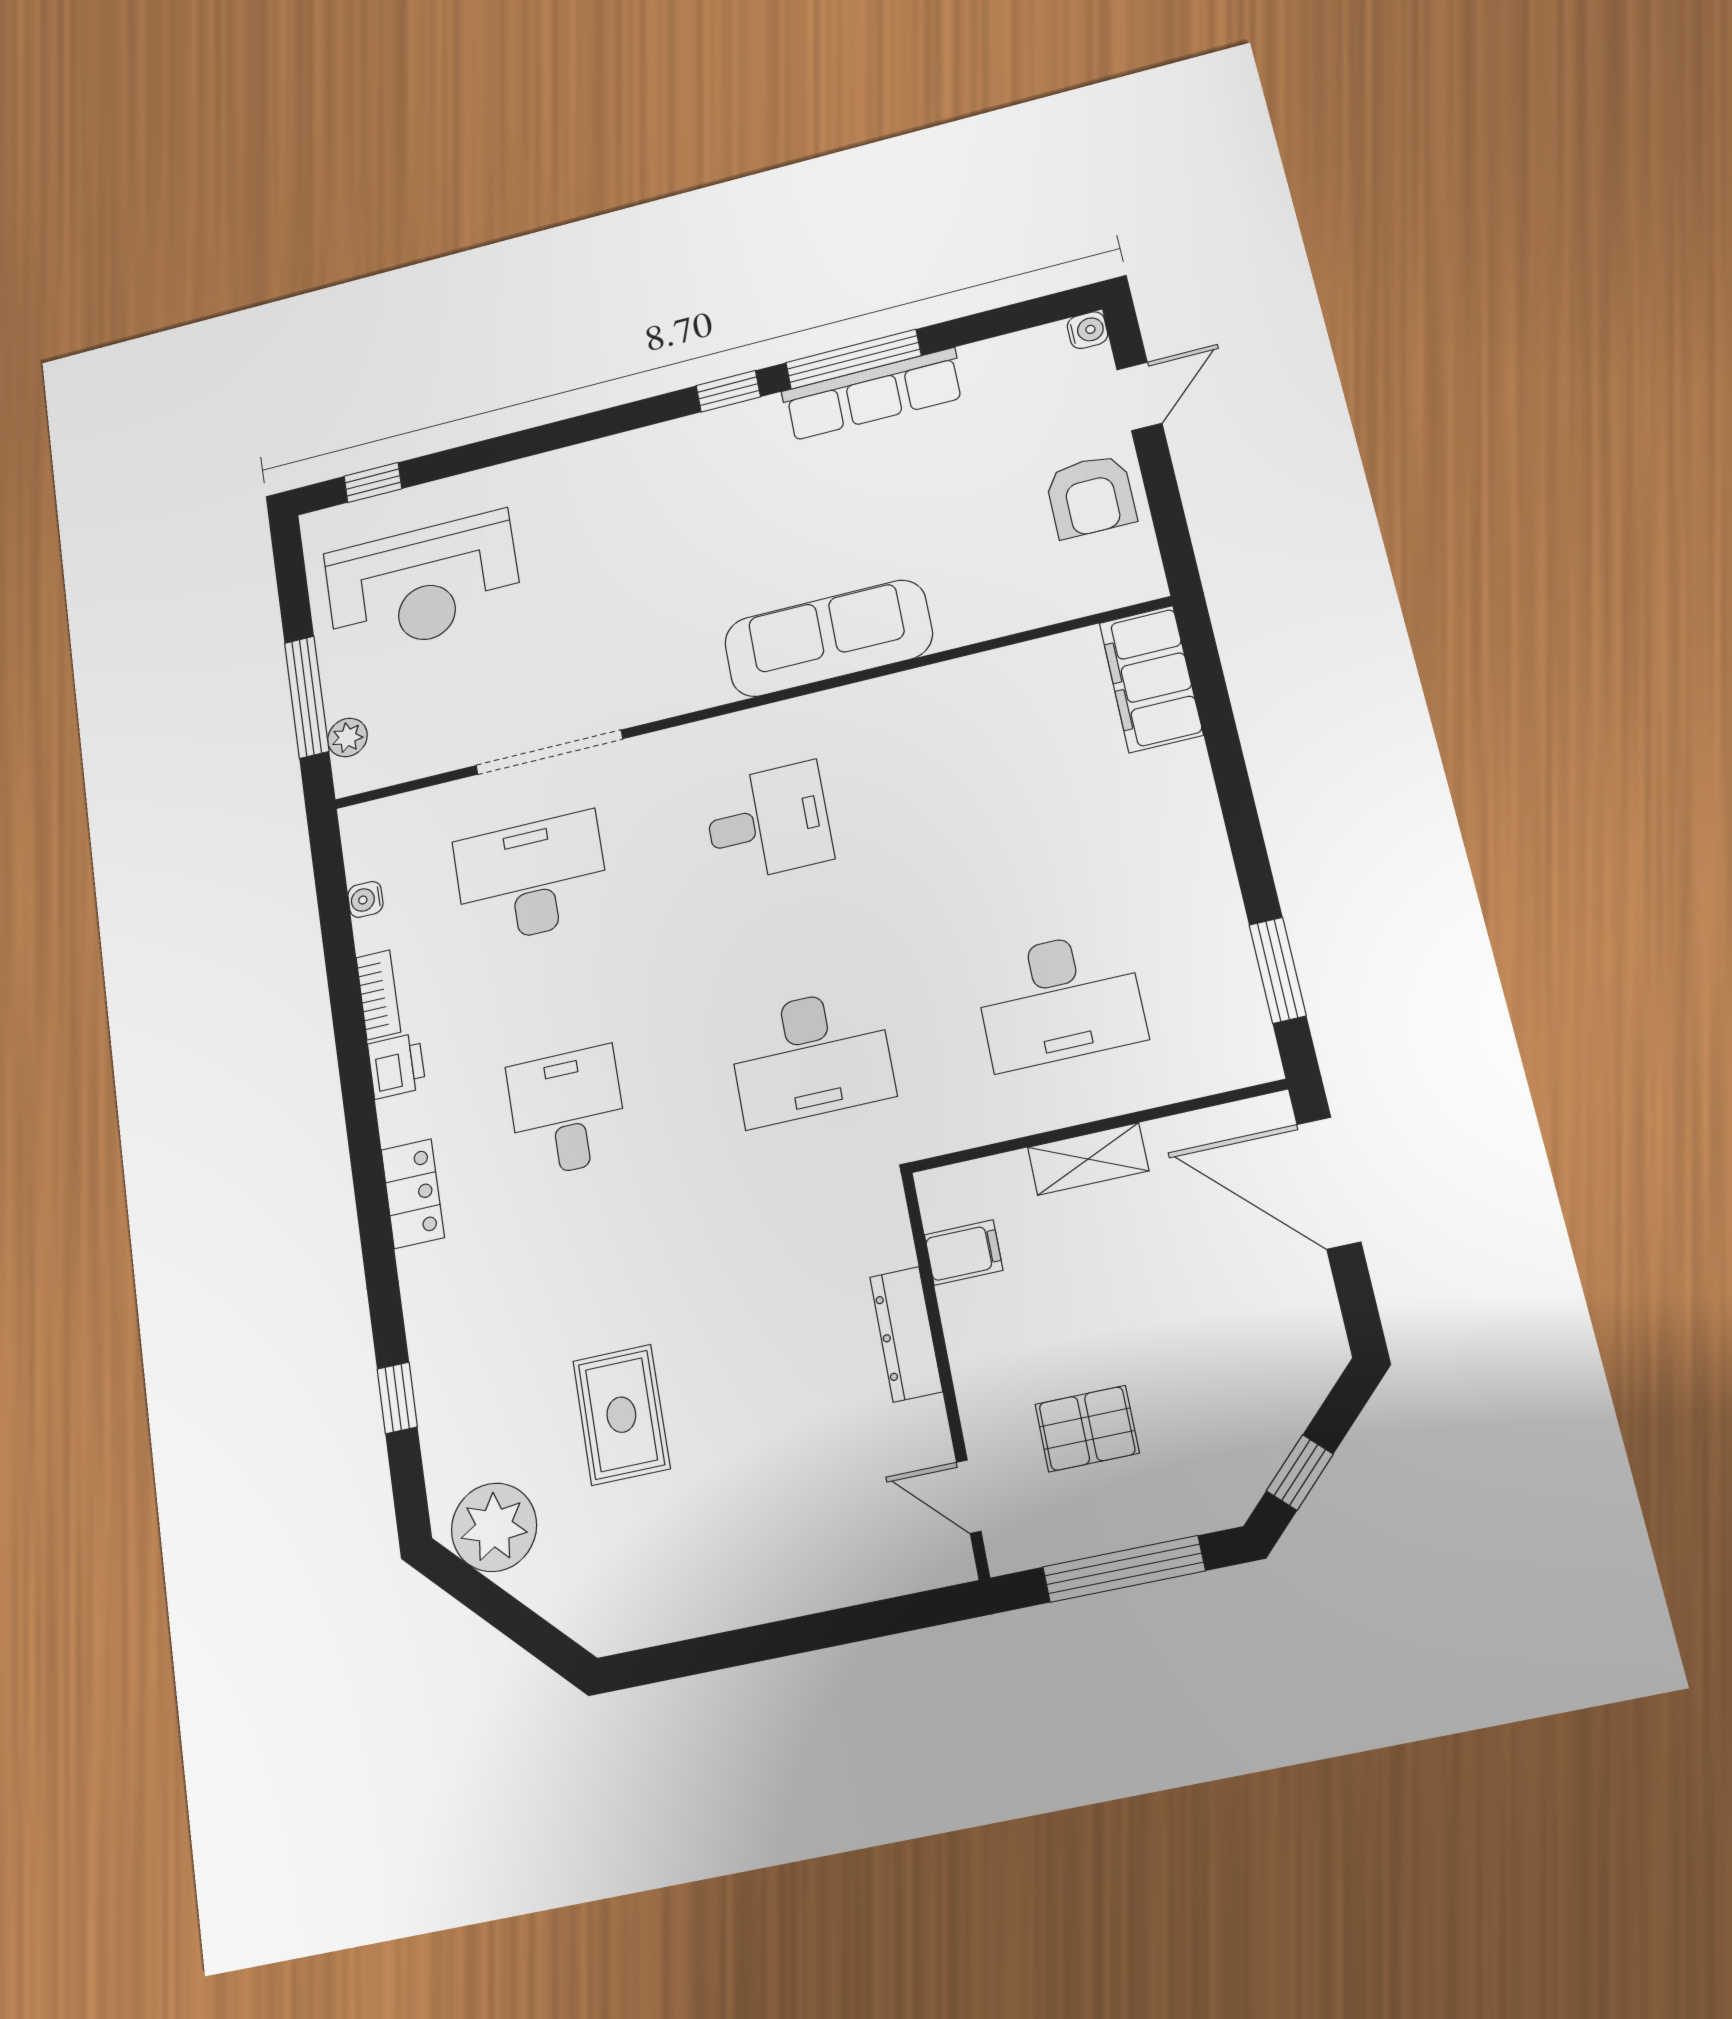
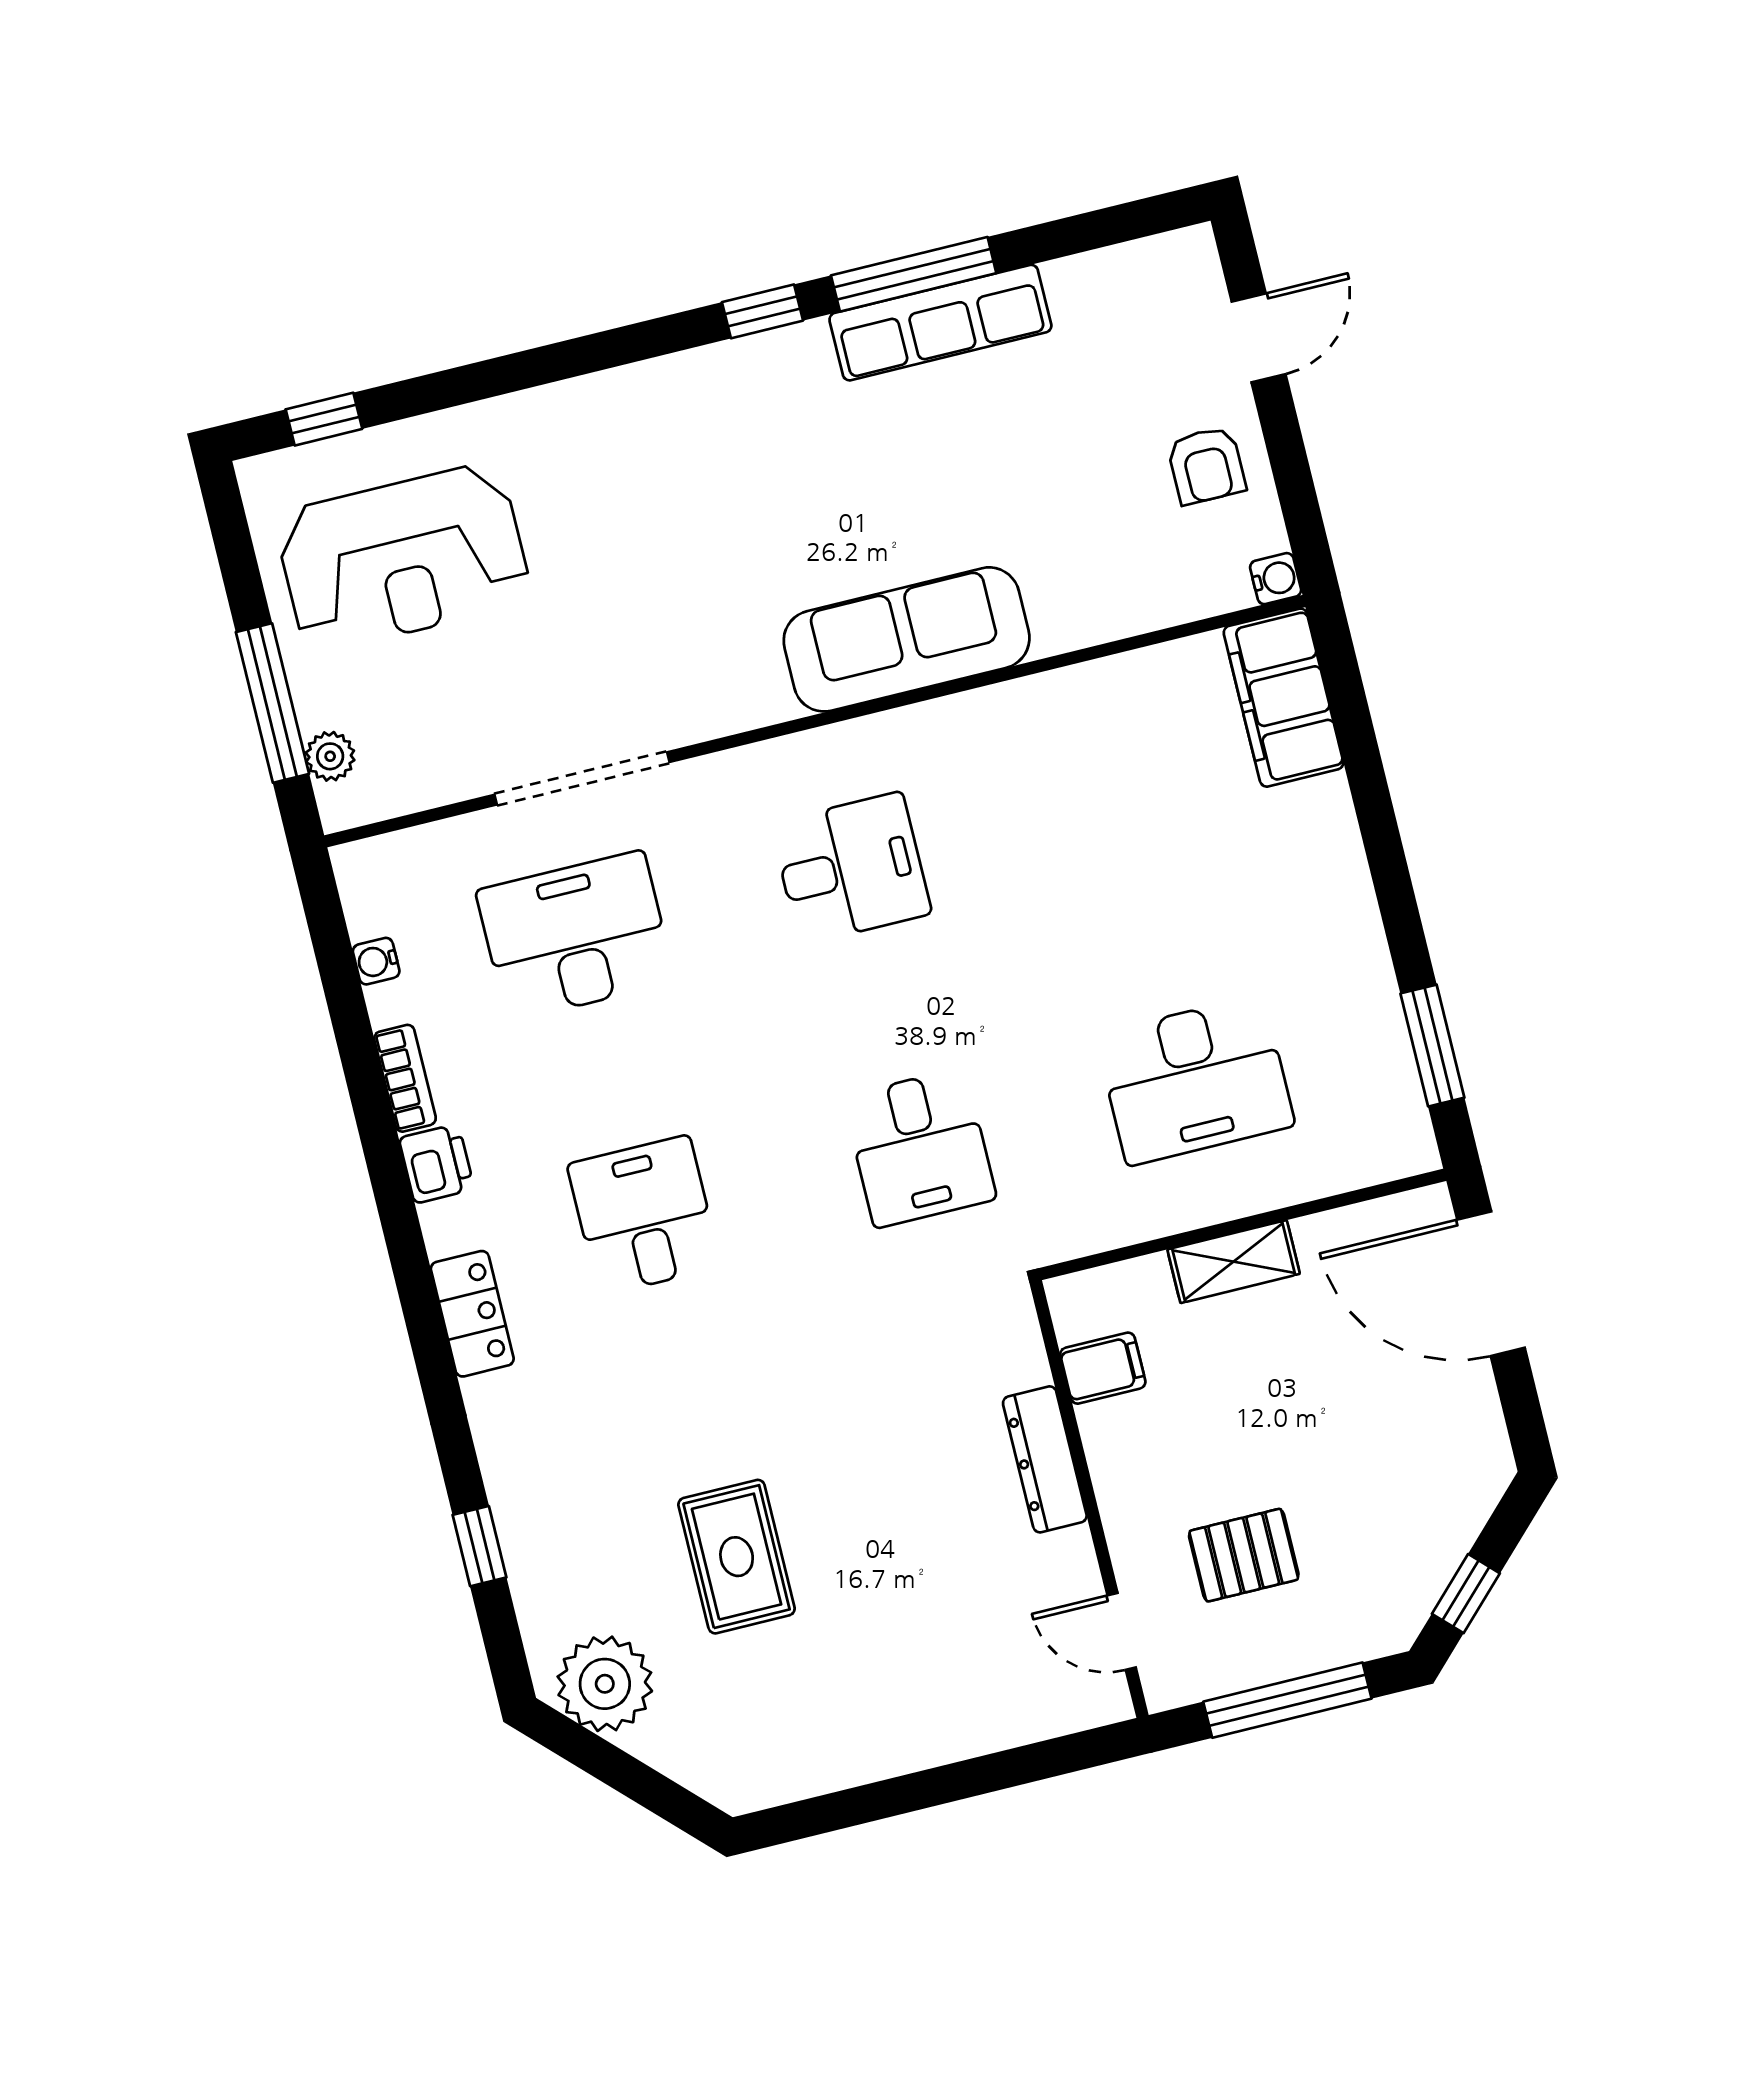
water cooler: (1087, 330) -> (1276, 579), moved
armchair: (1091, 496) -> (1206, 465), width x0.72, depth x0.72
desk: (811, 1056) -> (920, 1148), width x0.73

